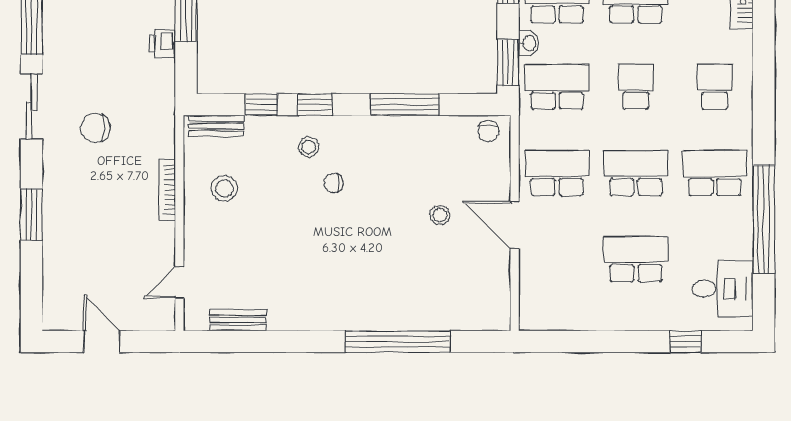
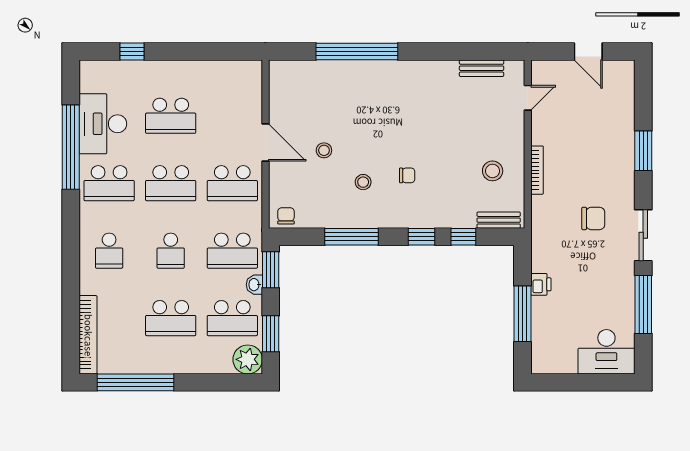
stool: (309, 147) -> (363, 182), moved
desk: (723, 289) -> (103, 124), moved, width x1.37

